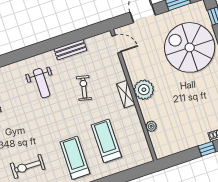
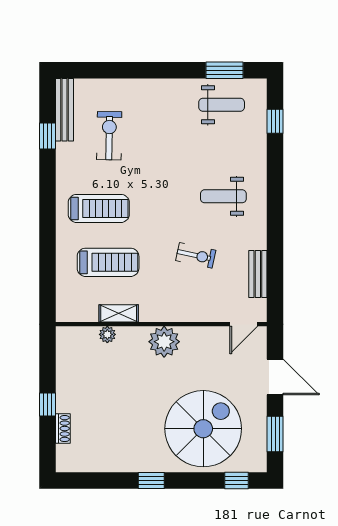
bench: (70, 50) -> (258, 274), moved
shelving: (126, 94) -> (119, 313), moved

